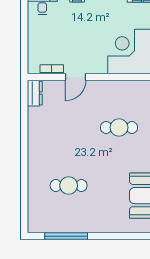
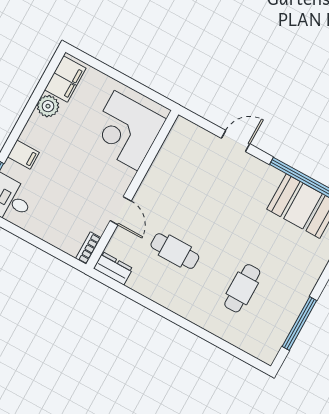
bookcase: (52, 69) -> (88, 248), moved
cafe table: (119, 127) -> (175, 251), moved, turned 90

